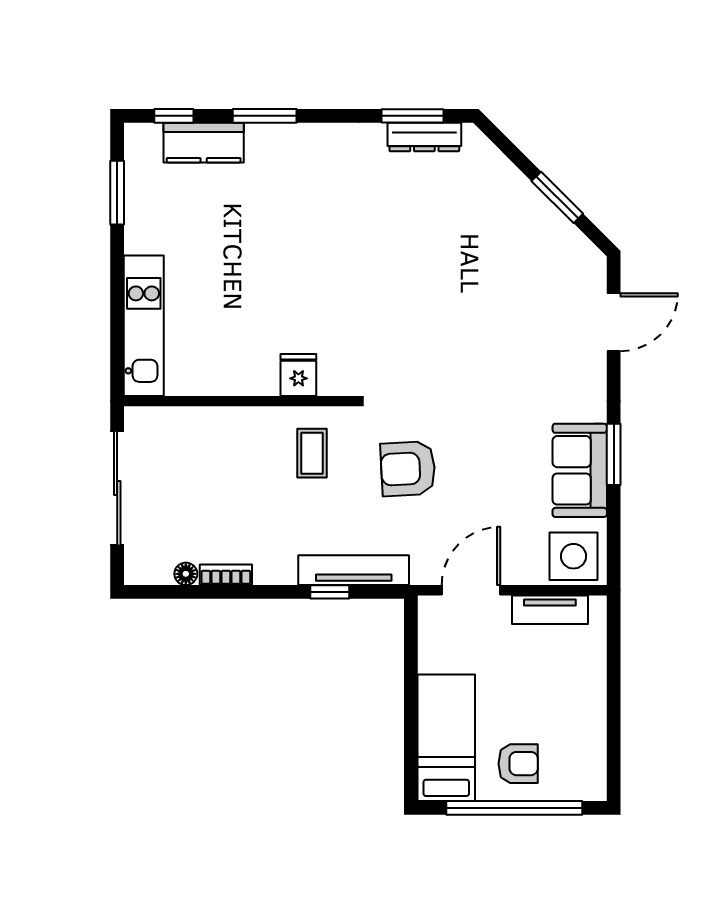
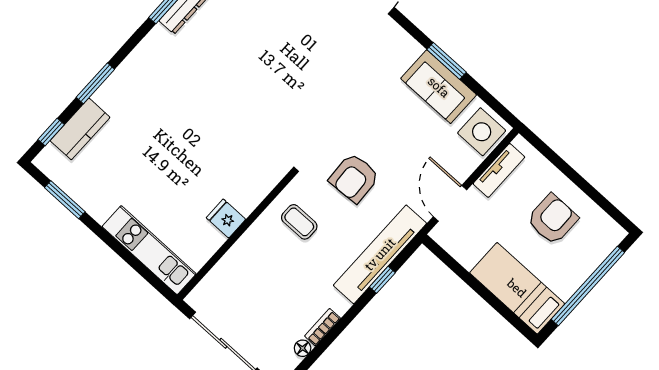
fridge: (298, 375) -> (226, 218), moved
tv unit: (354, 570) -> (380, 254), width x1.36, depth x1.29
armchair: (518, 764) -> (552, 219), moved, width x1.38, depth x1.38

